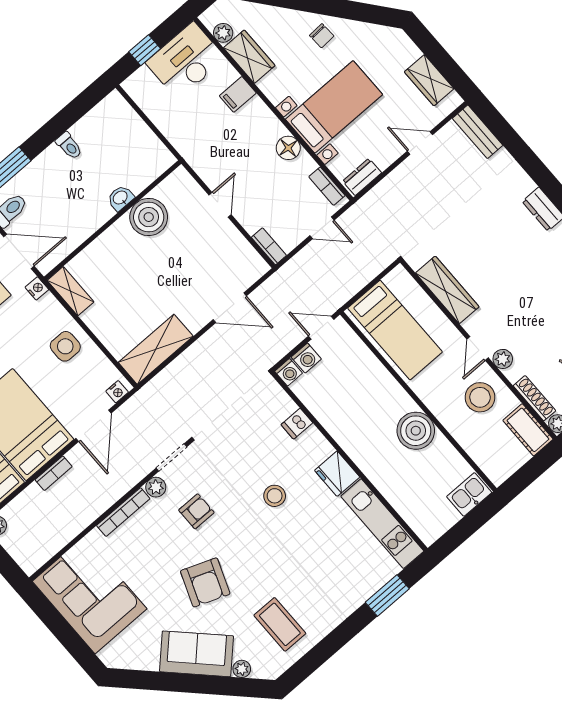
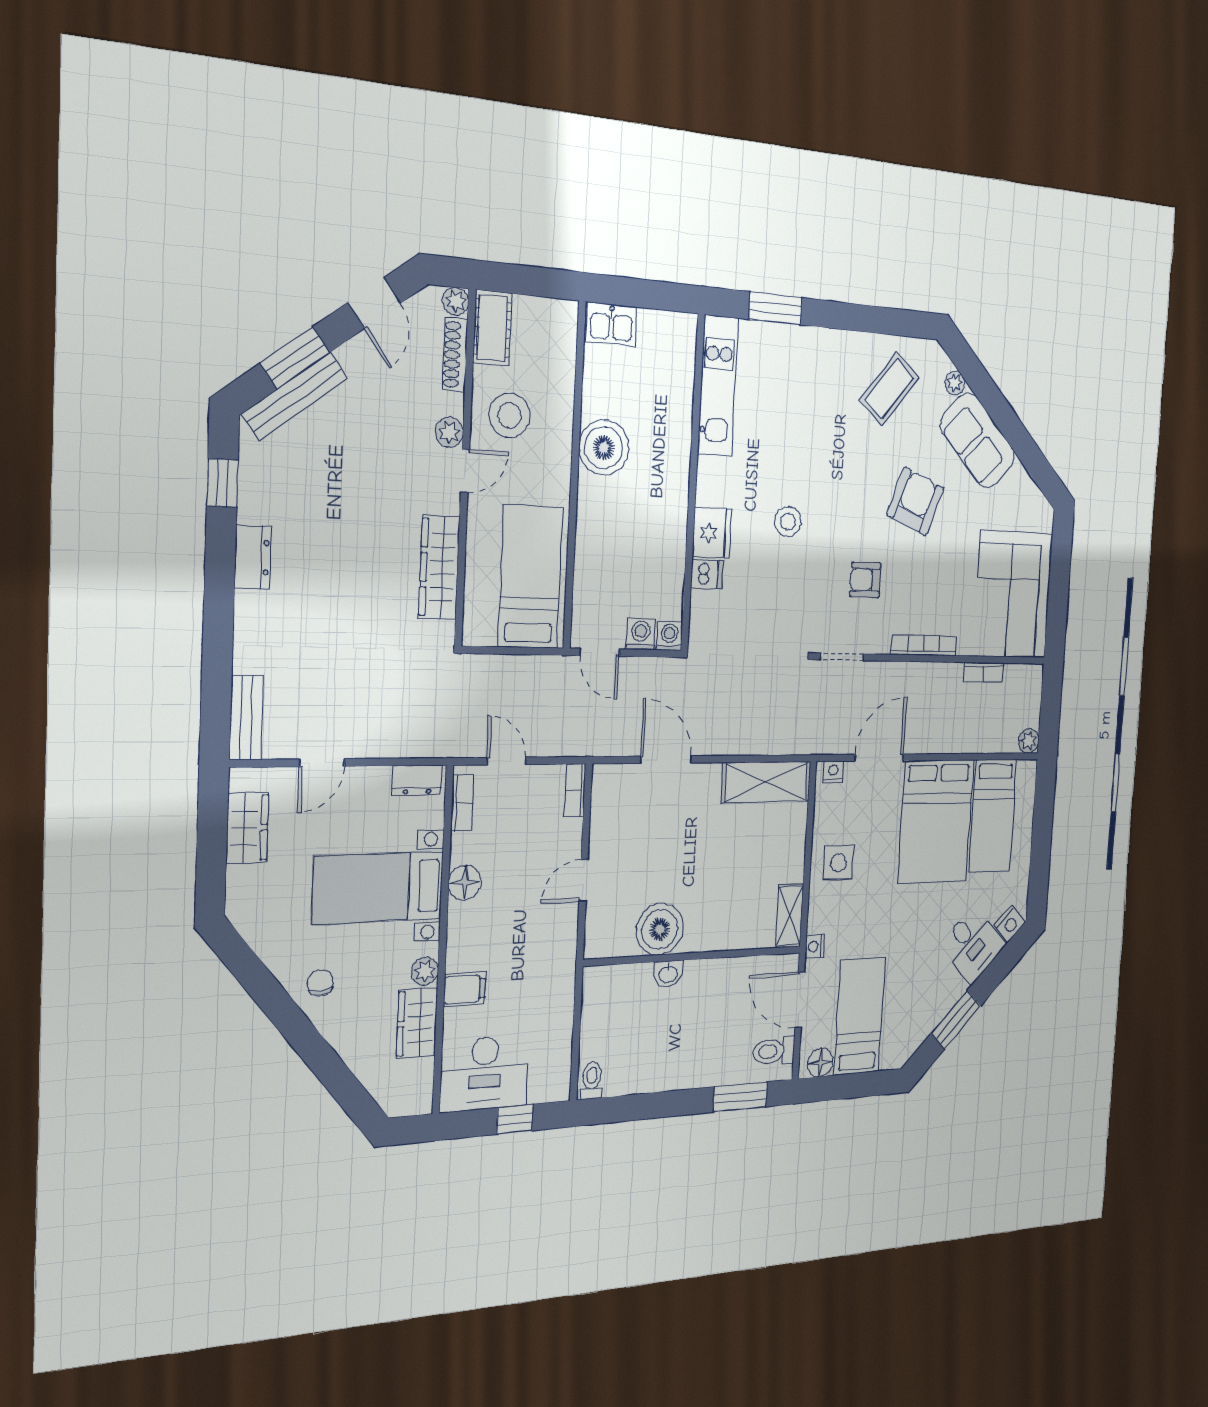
plant: (223, 33) -> (425, 971), moved
door: (420, 143) -> (322, 763), hinge flipped
toilet: (69, 146) -> (592, 1080), moved
bookcase: (54, 473) -> (984, 672), moved, turned 180
fridge: (337, 474) -> (712, 533), moved
plant: (156, 487) -> (879, 641), removed
coffee table: (280, 624) -> (889, 389), turned 39

